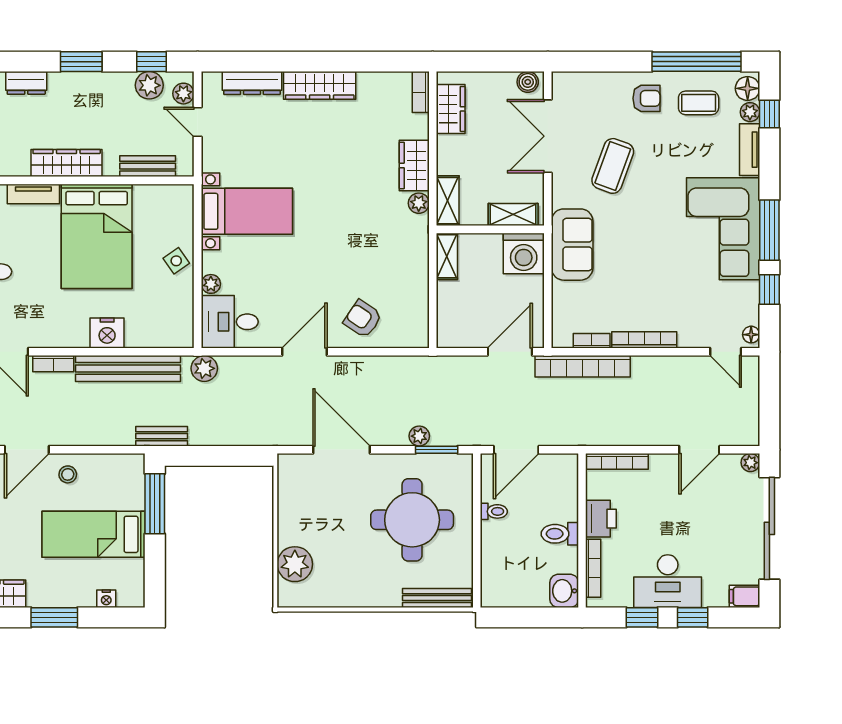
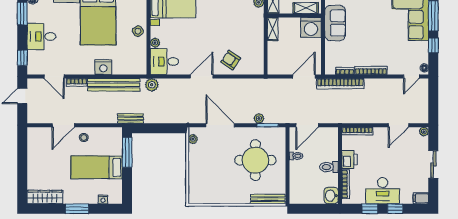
door: (726, 352) -> (412, 76), hinge flipped
sliding door: (769, 528) -> (433, 164), width x0.54
plant: (295, 564) -> (193, 139), moved, width x0.53, depth x0.53

